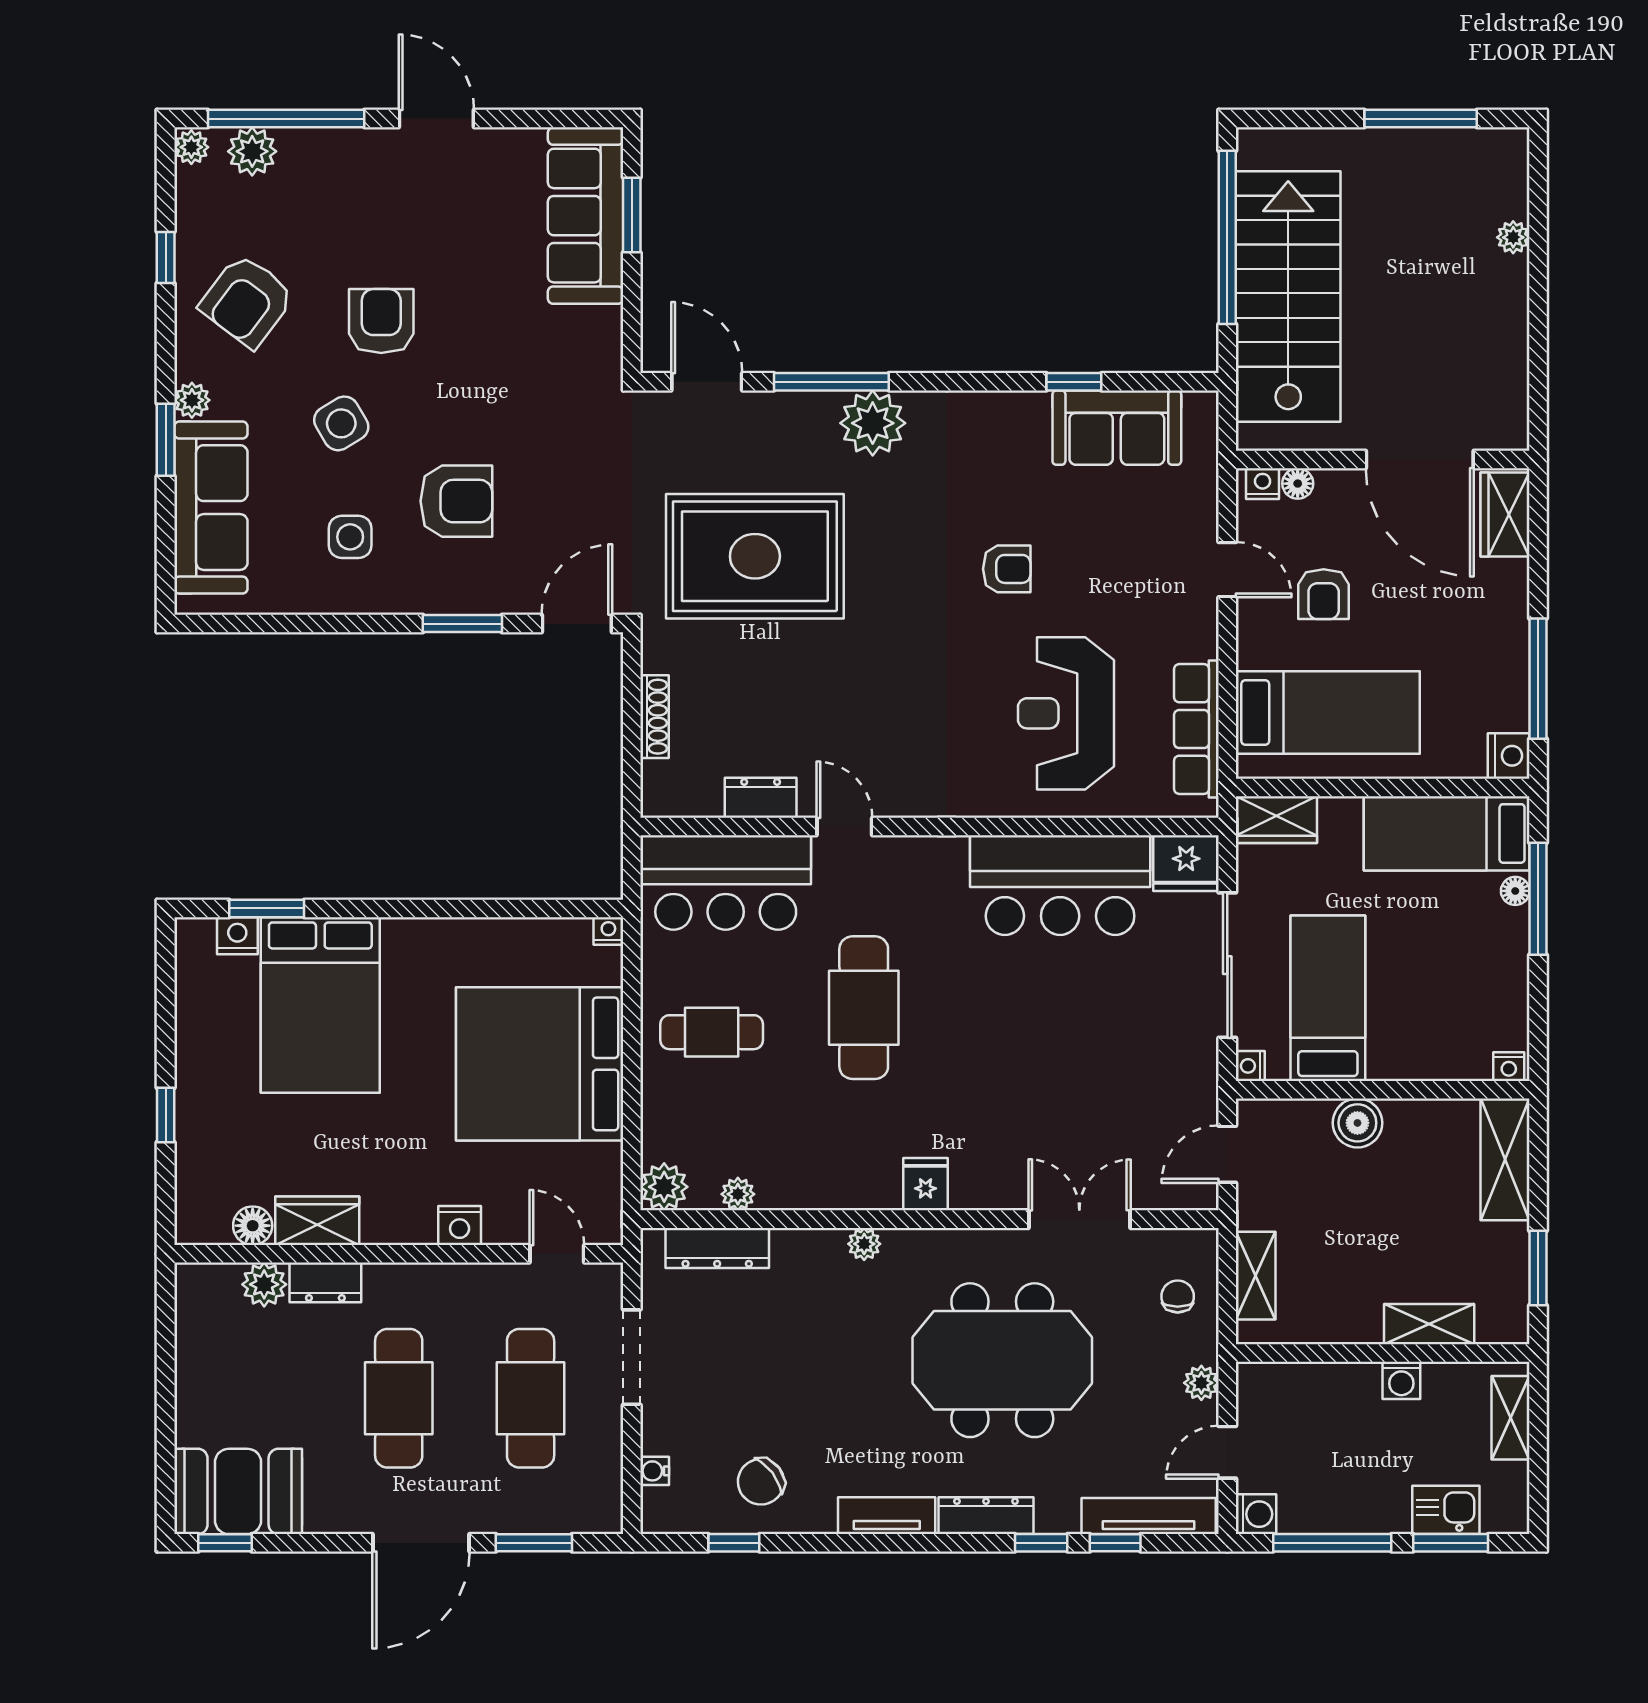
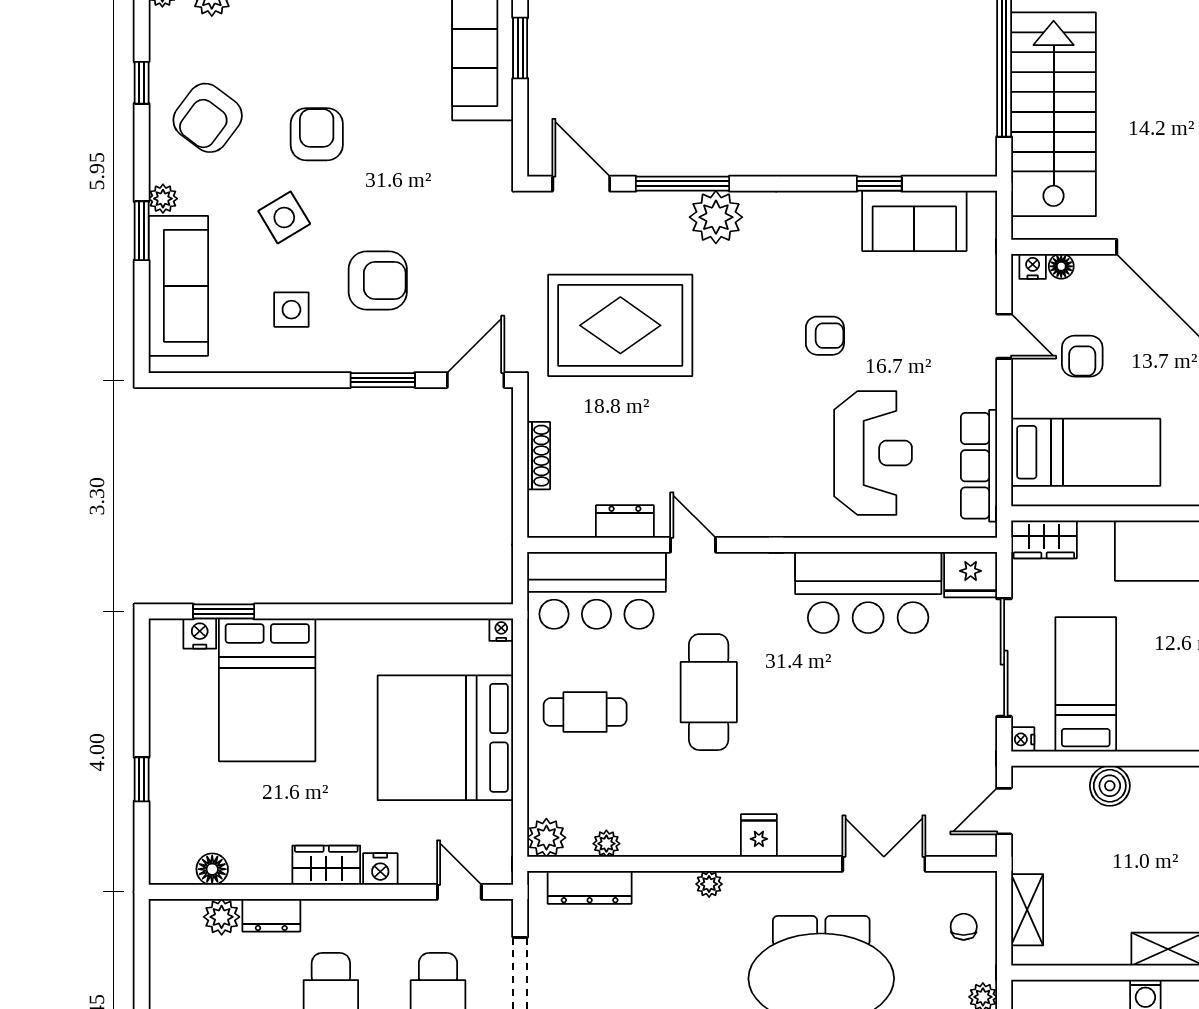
reception desk: (1066, 713) -> (873, 453), turned 180
wardrobe: (317, 1221) -> (326, 865), moved

